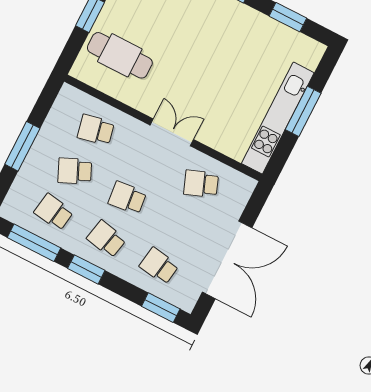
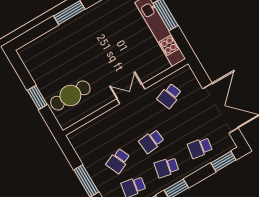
school desk: (96, 130) -> (103, 135), removed

